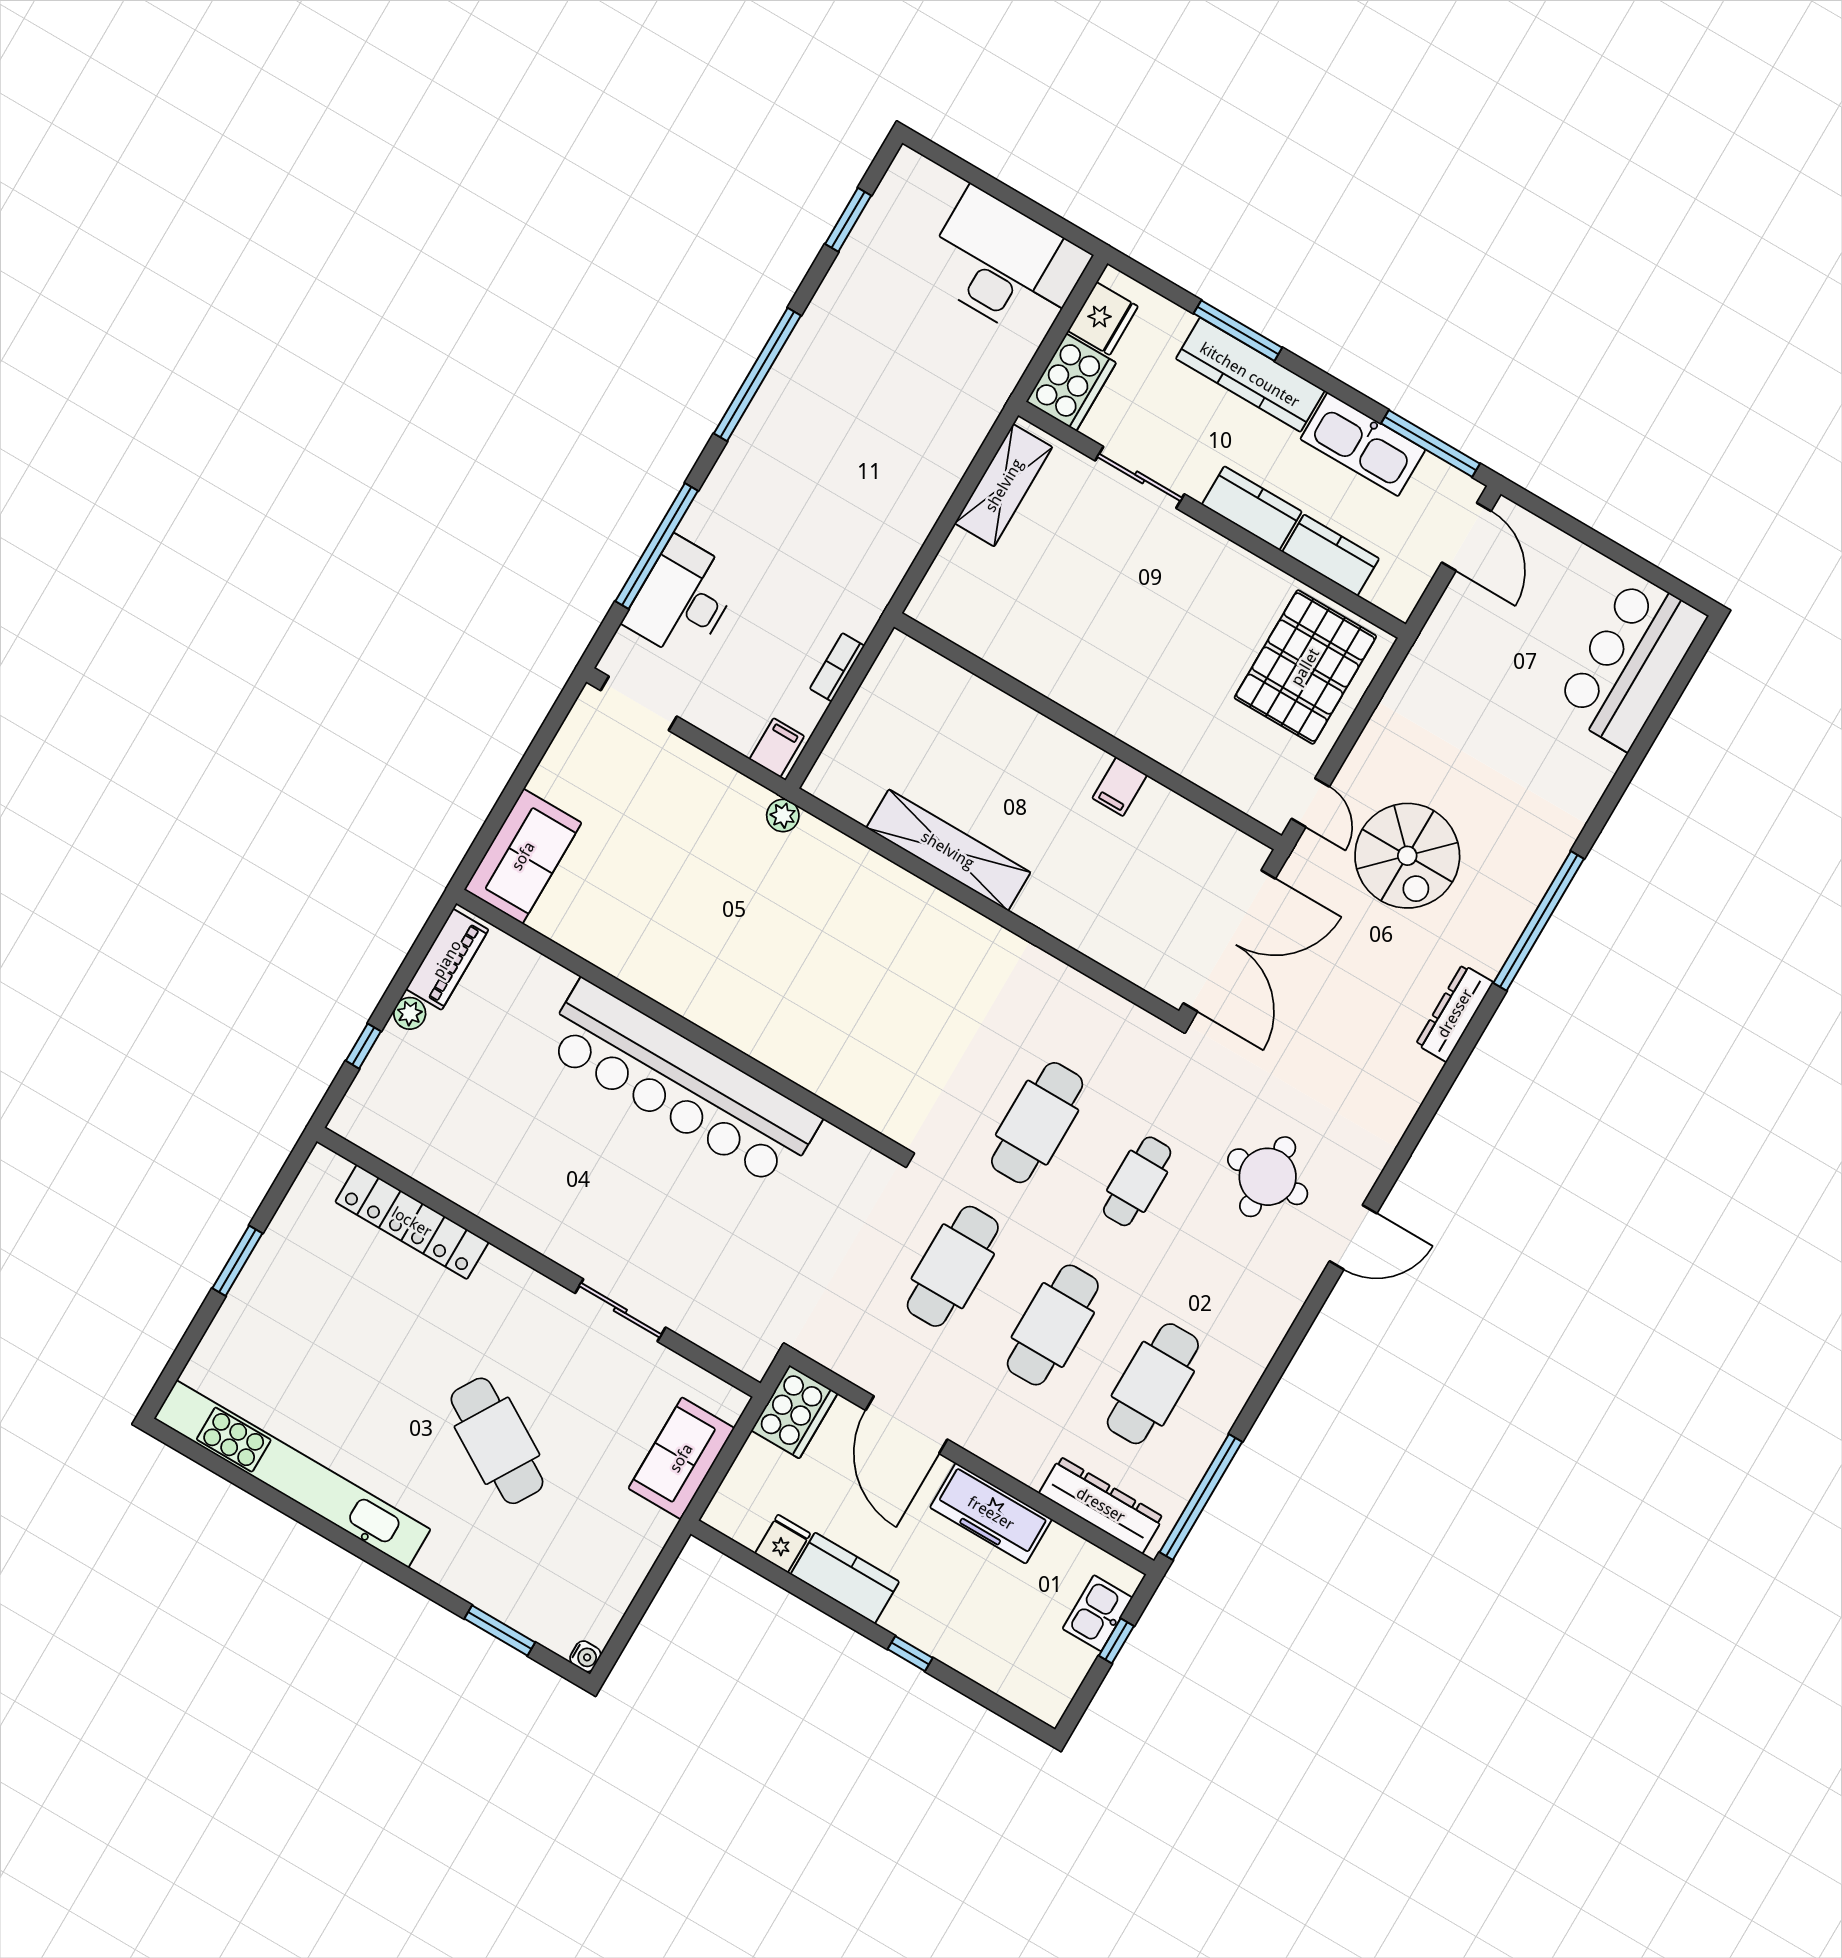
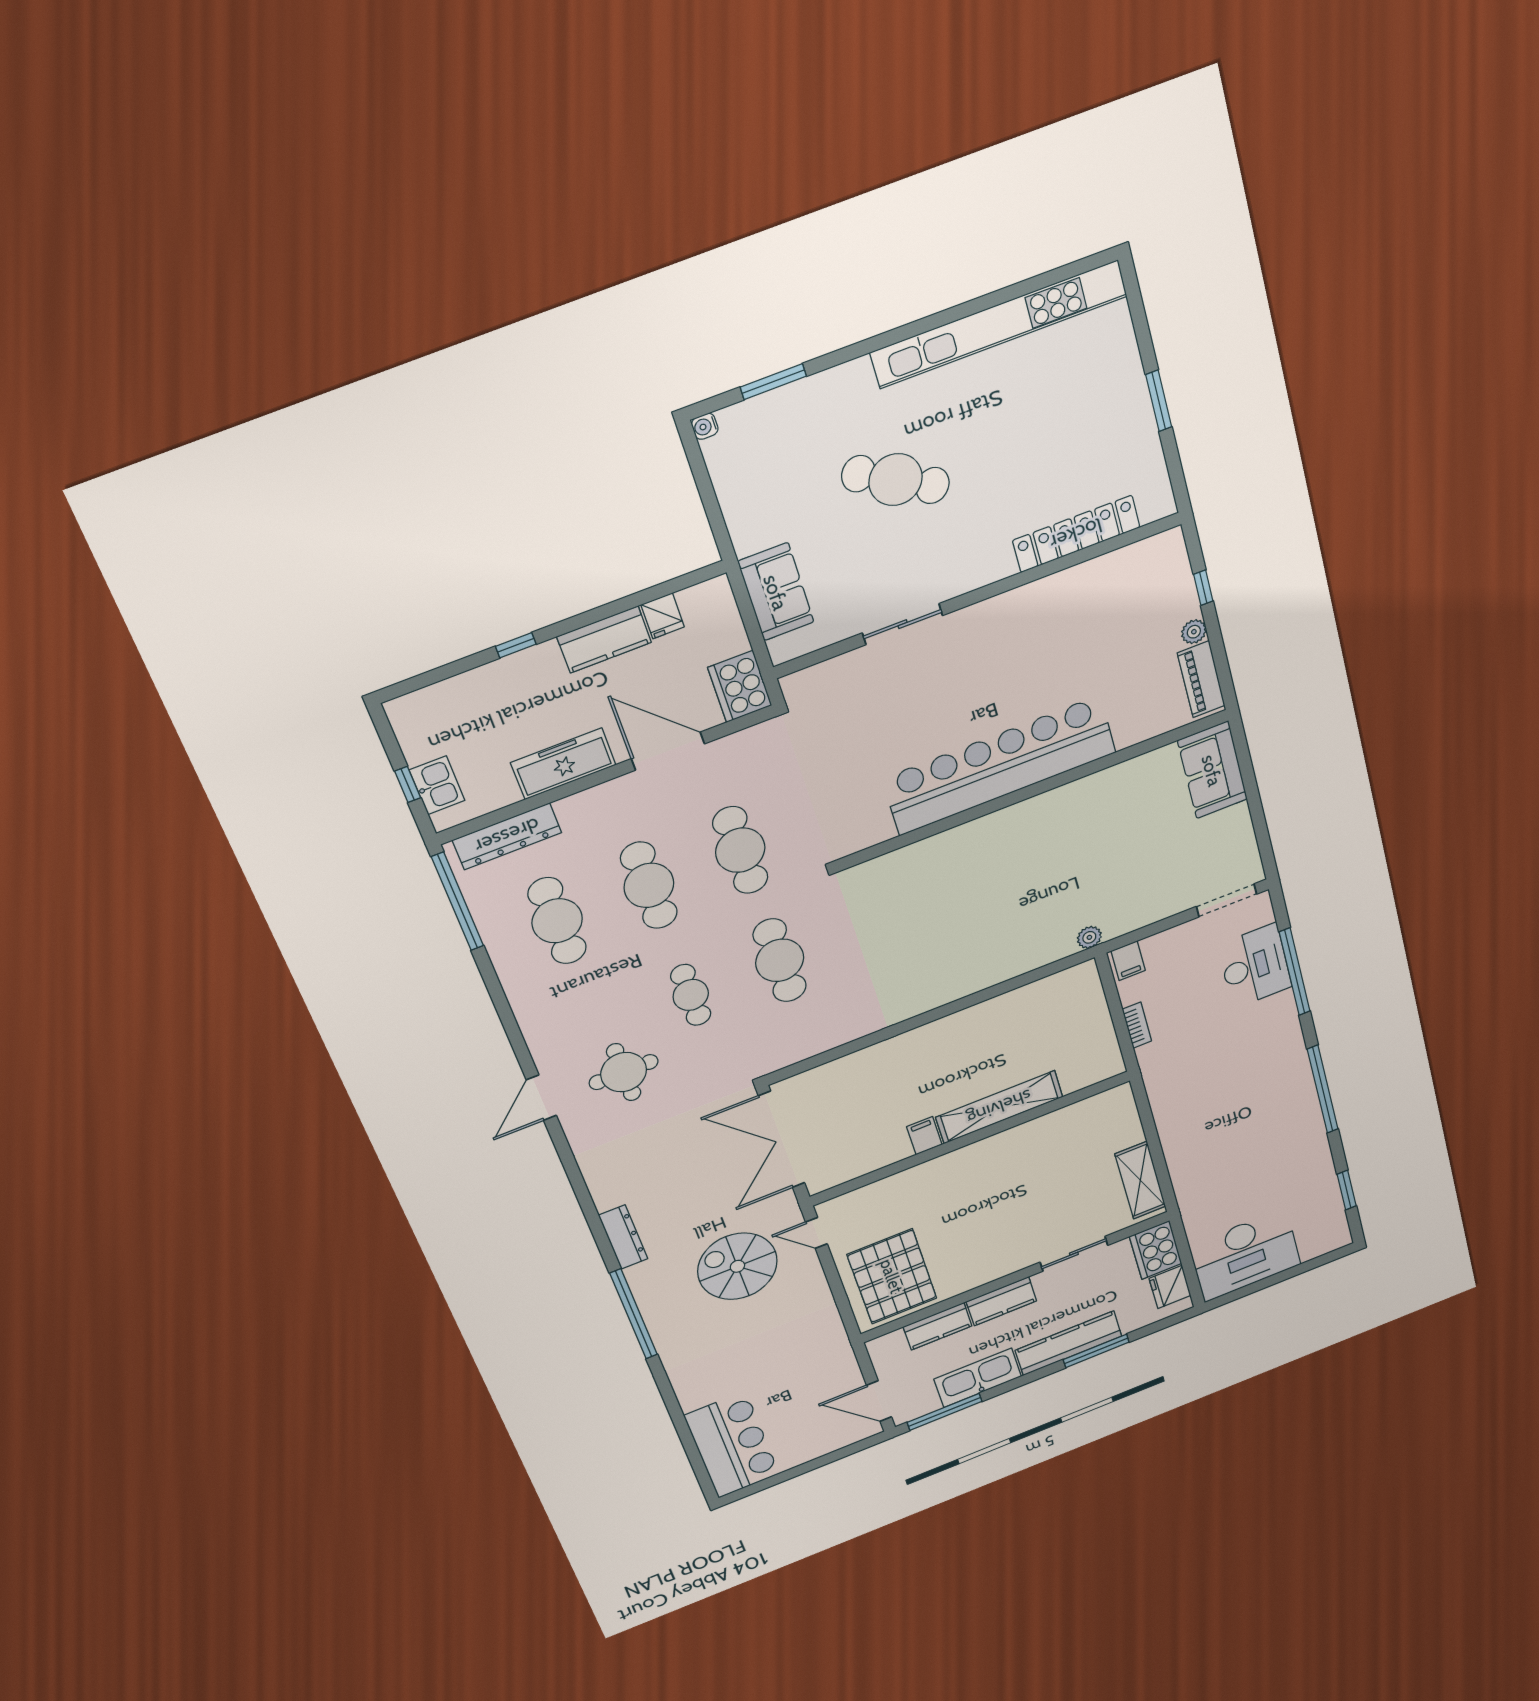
shelving: (948, 850) -> (999, 1107), moved

